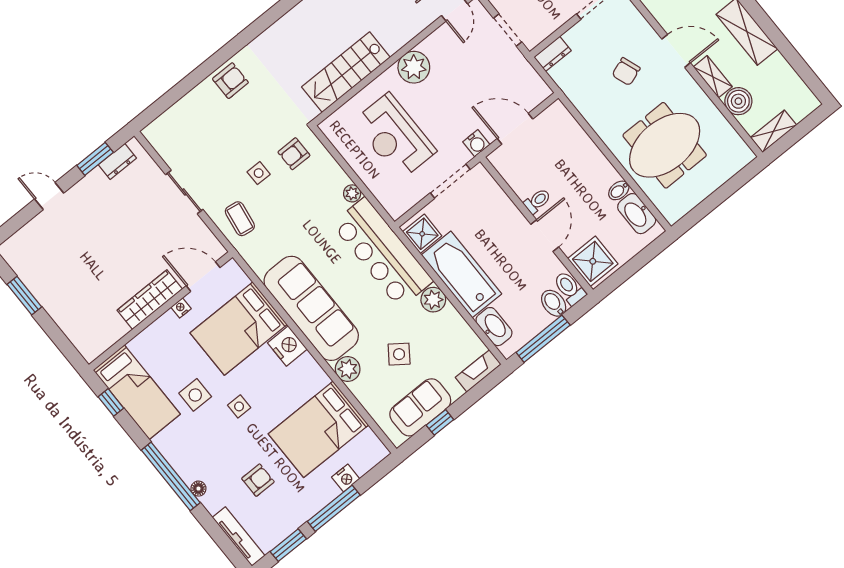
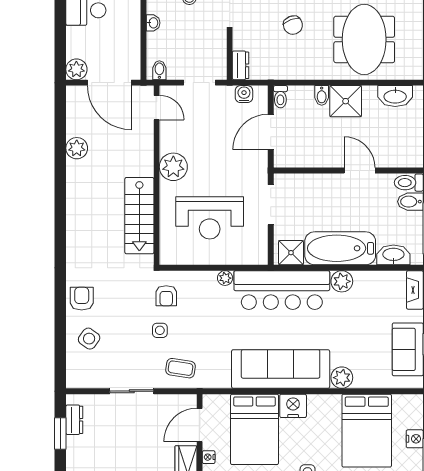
water cooler: (476, 143) -> (244, 94), moved, turned -90
bidet: (619, 190) -> (322, 95), moved
toilet: (537, 201) -> (280, 97), moved, turned 180
shower: (593, 261) -> (346, 101), moved
side table: (399, 354) -> (89, 339), moved

